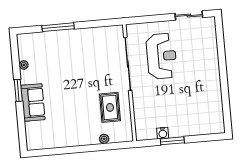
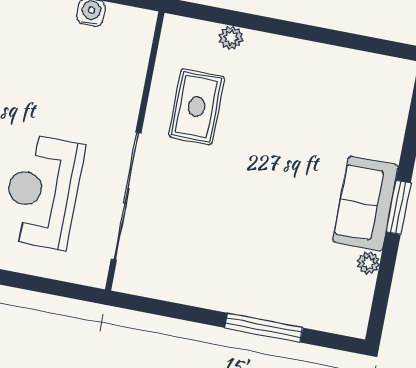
sofa: (33, 102) -> (365, 204), moved

